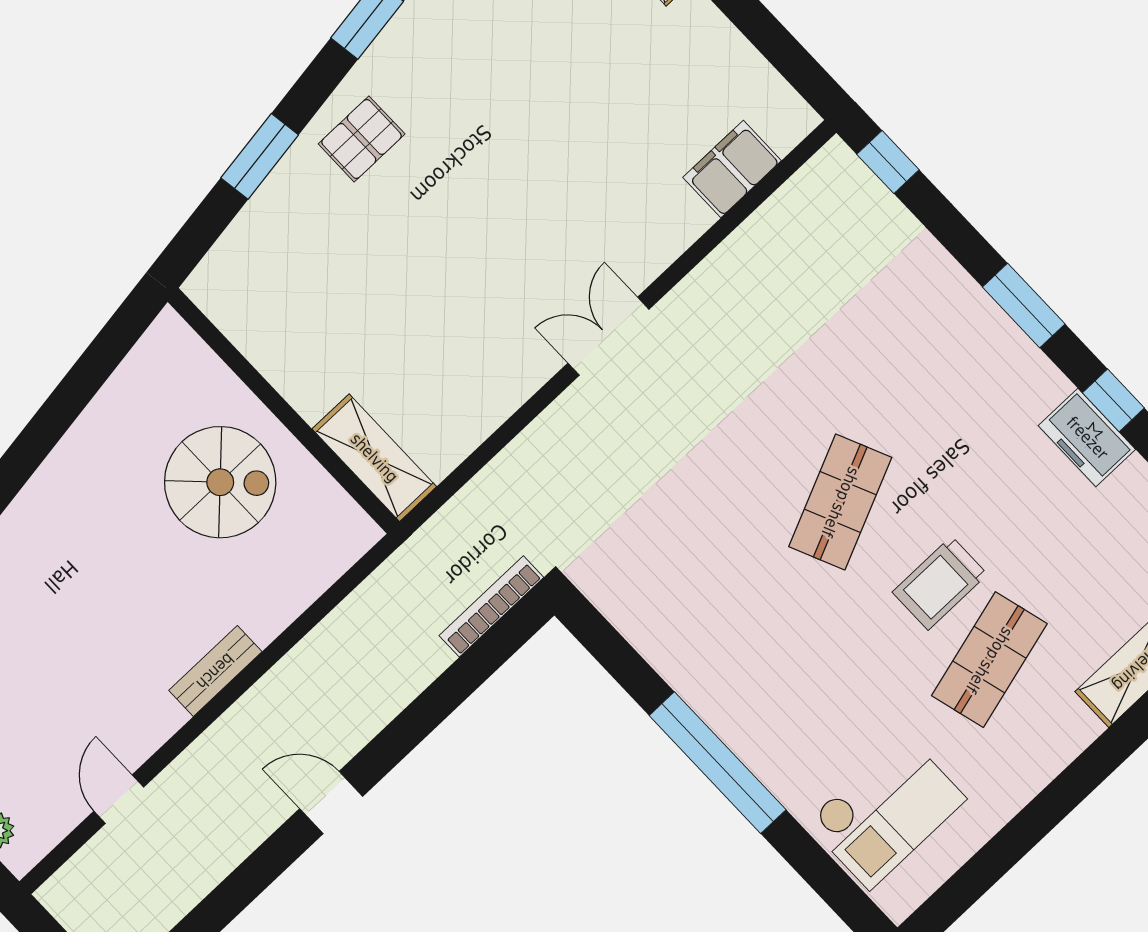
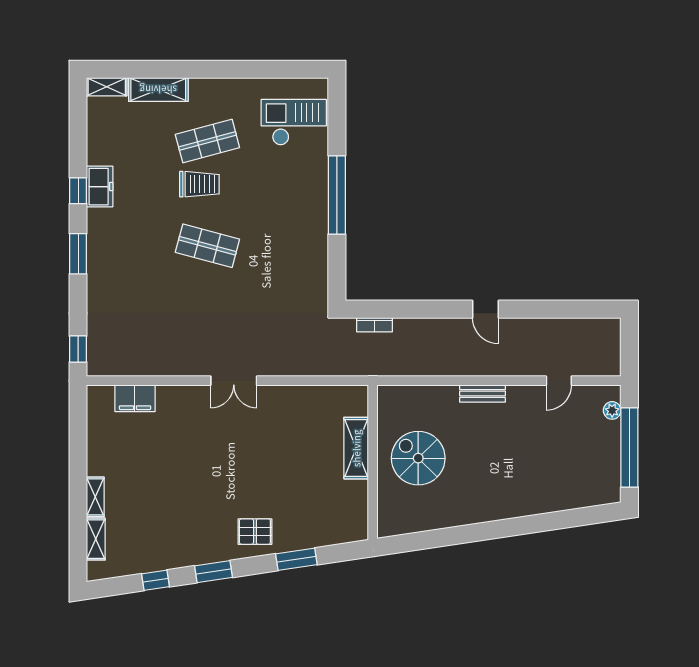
shelving: (374, 458) -> (356, 448), moved
shop shelf: (840, 502) -> (207, 246), turned 39
bookcase: (491, 606) -> (374, 325), width x0.64

